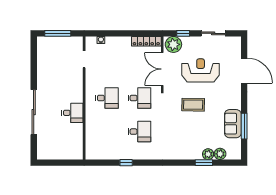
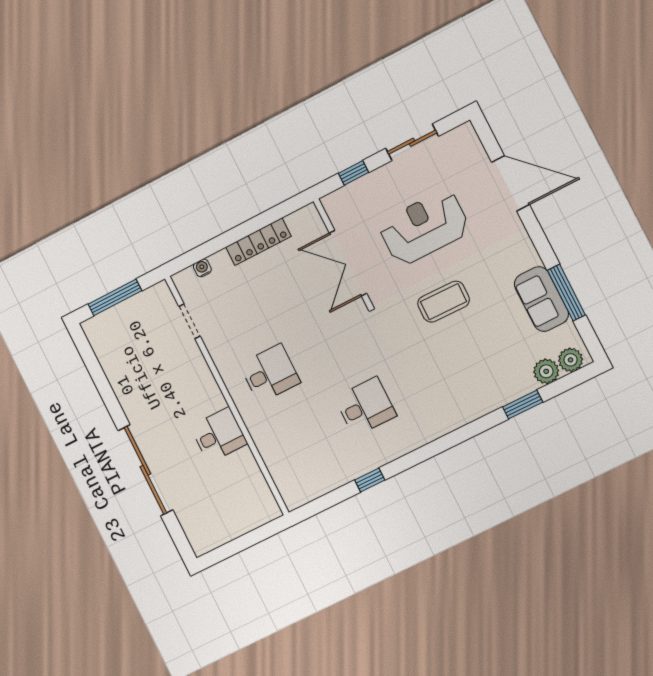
locker: (146, 41) -> (258, 242), moved
plant: (173, 44) -> (346, 204), removed
desk: (140, 98) -> (333, 342), removed
plant: (208, 154) -> (571, 360), moved

